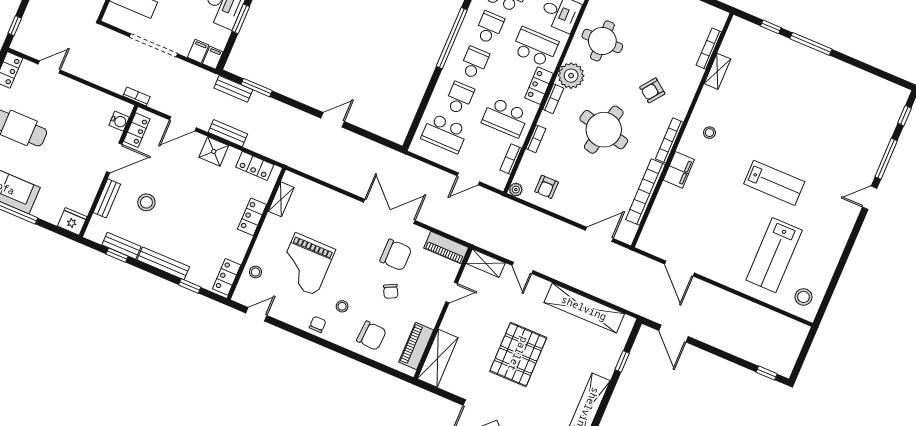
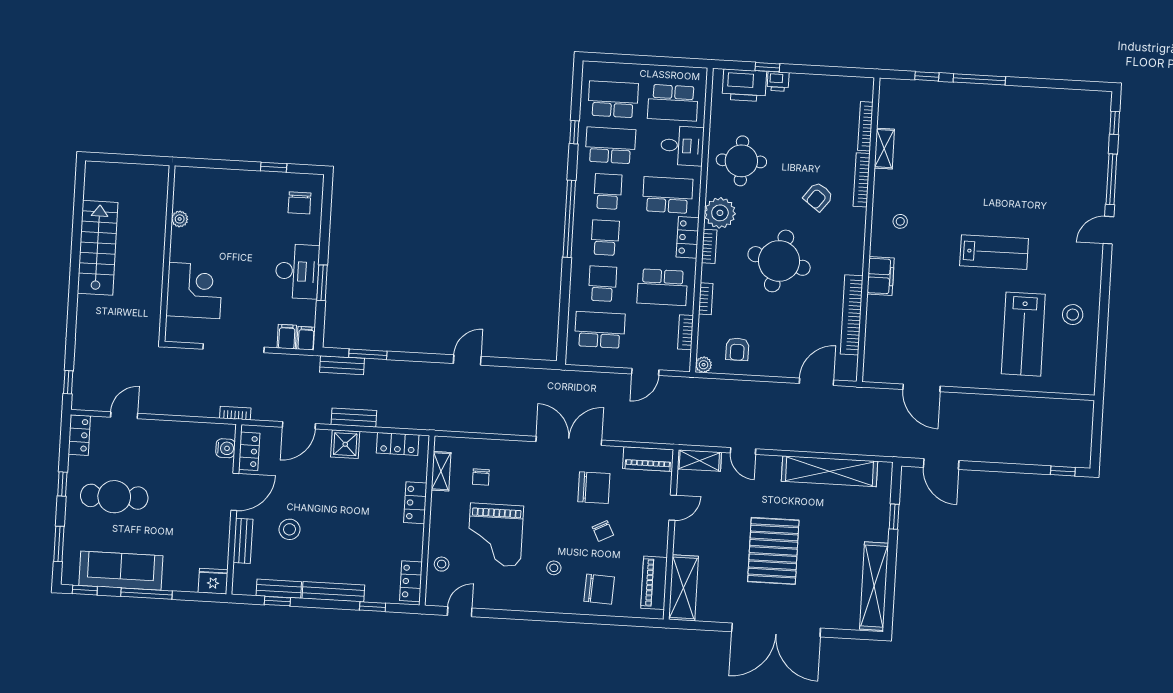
school desk: (445, 133) -> (600, 330), turned 180
bookcase: (669, 140) -> (862, 180), moved
stool: (803, 297) -> (1073, 315), moved
chair: (318, 324) -> (481, 477), moved, turned 180

